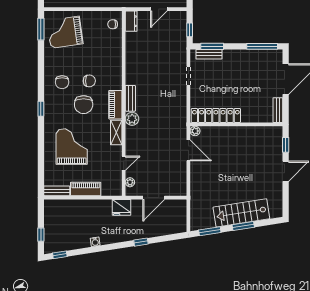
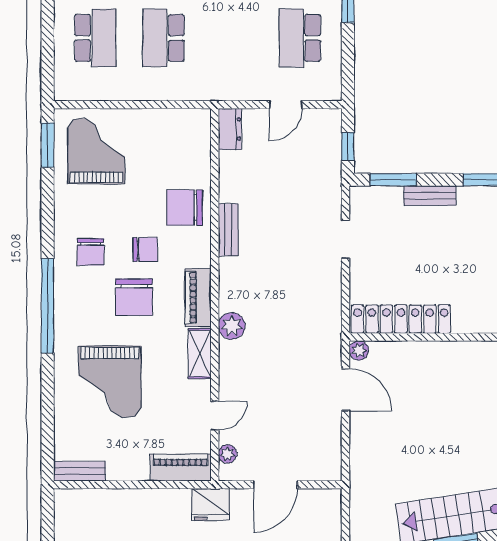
chair: (113, 24) -> (185, 208), moved, width x1.87, depth x1.87
grand piano: (65, 32) -> (96, 151), turned 98
bench: (209, 54) -> (430, 196), moved
bench: (130, 98) -> (228, 230), moved
window: (41, 109) -> (48, 306), width x3.17
grand piano: (72, 147) -> (110, 382), turned 180
piano: (86, 189) -> (181, 468), moved

